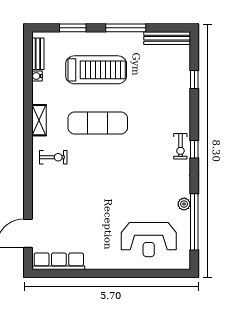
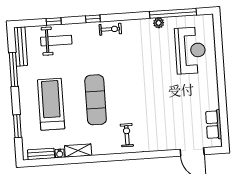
window: (126, 28) -> (13, 70), moved
weight bench: (171, 81) -> (56, 41), added
shelving: (39, 120) -> (78, 151), moved
window: (194, 149) -> (93, 19), moved
row of seats: (59, 261) -> (214, 125), width x0.68

